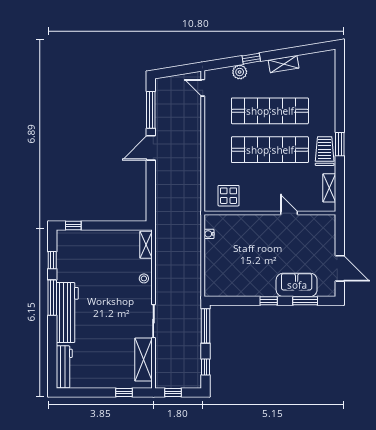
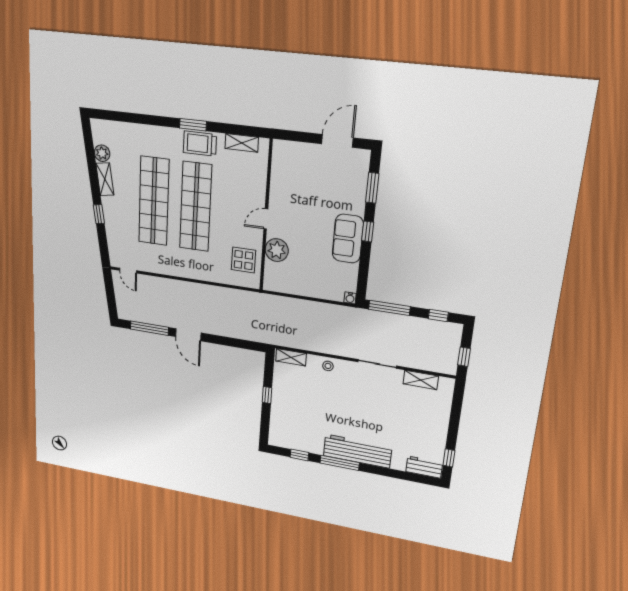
plant: (240, 72) -> (102, 153), moved
door: (203, 88) -> (128, 271), hinge flipped
door: (289, 213) -> (266, 219), moved
window: (73, 225) -> (267, 395), moved
plant: (242, 225) -> (277, 250), added
water cooler: (209, 234) -> (350, 298), moved
sofa: (297, 285) -> (348, 239), moved
shelving: (143, 360) -> (421, 380), width x0.67, depth x0.75
workbench: (64, 367) -> (424, 467), width x0.73
window: (124, 393) -> (449, 458), moved

